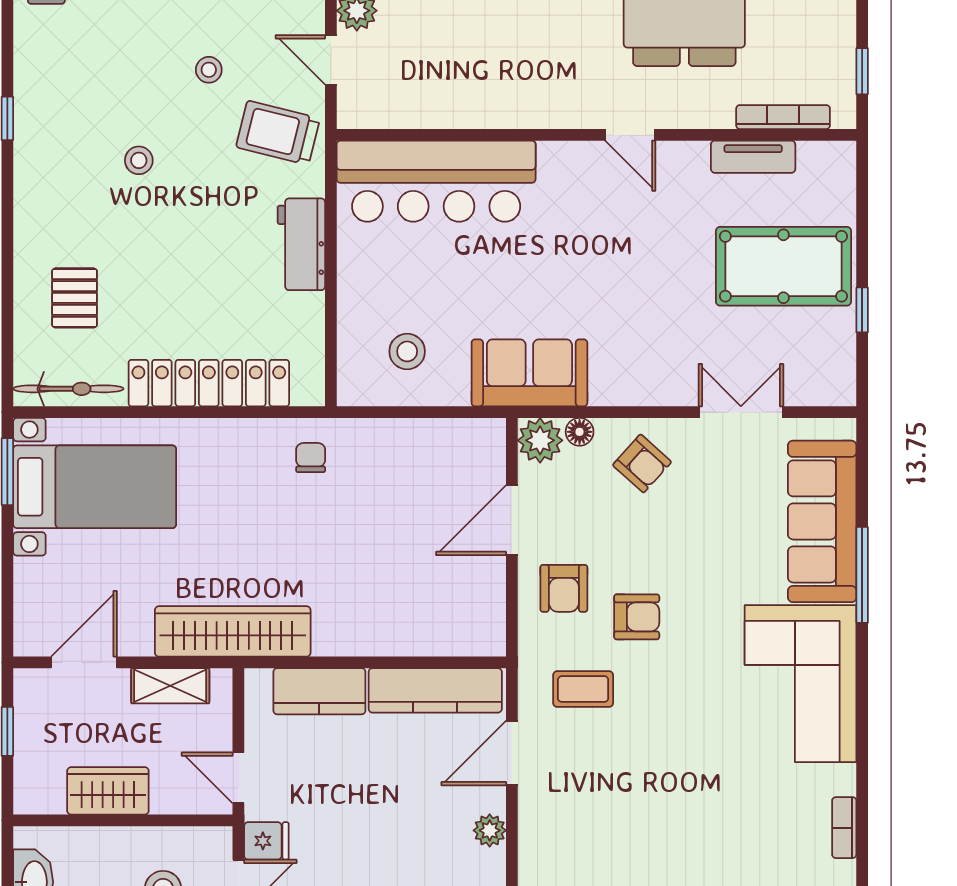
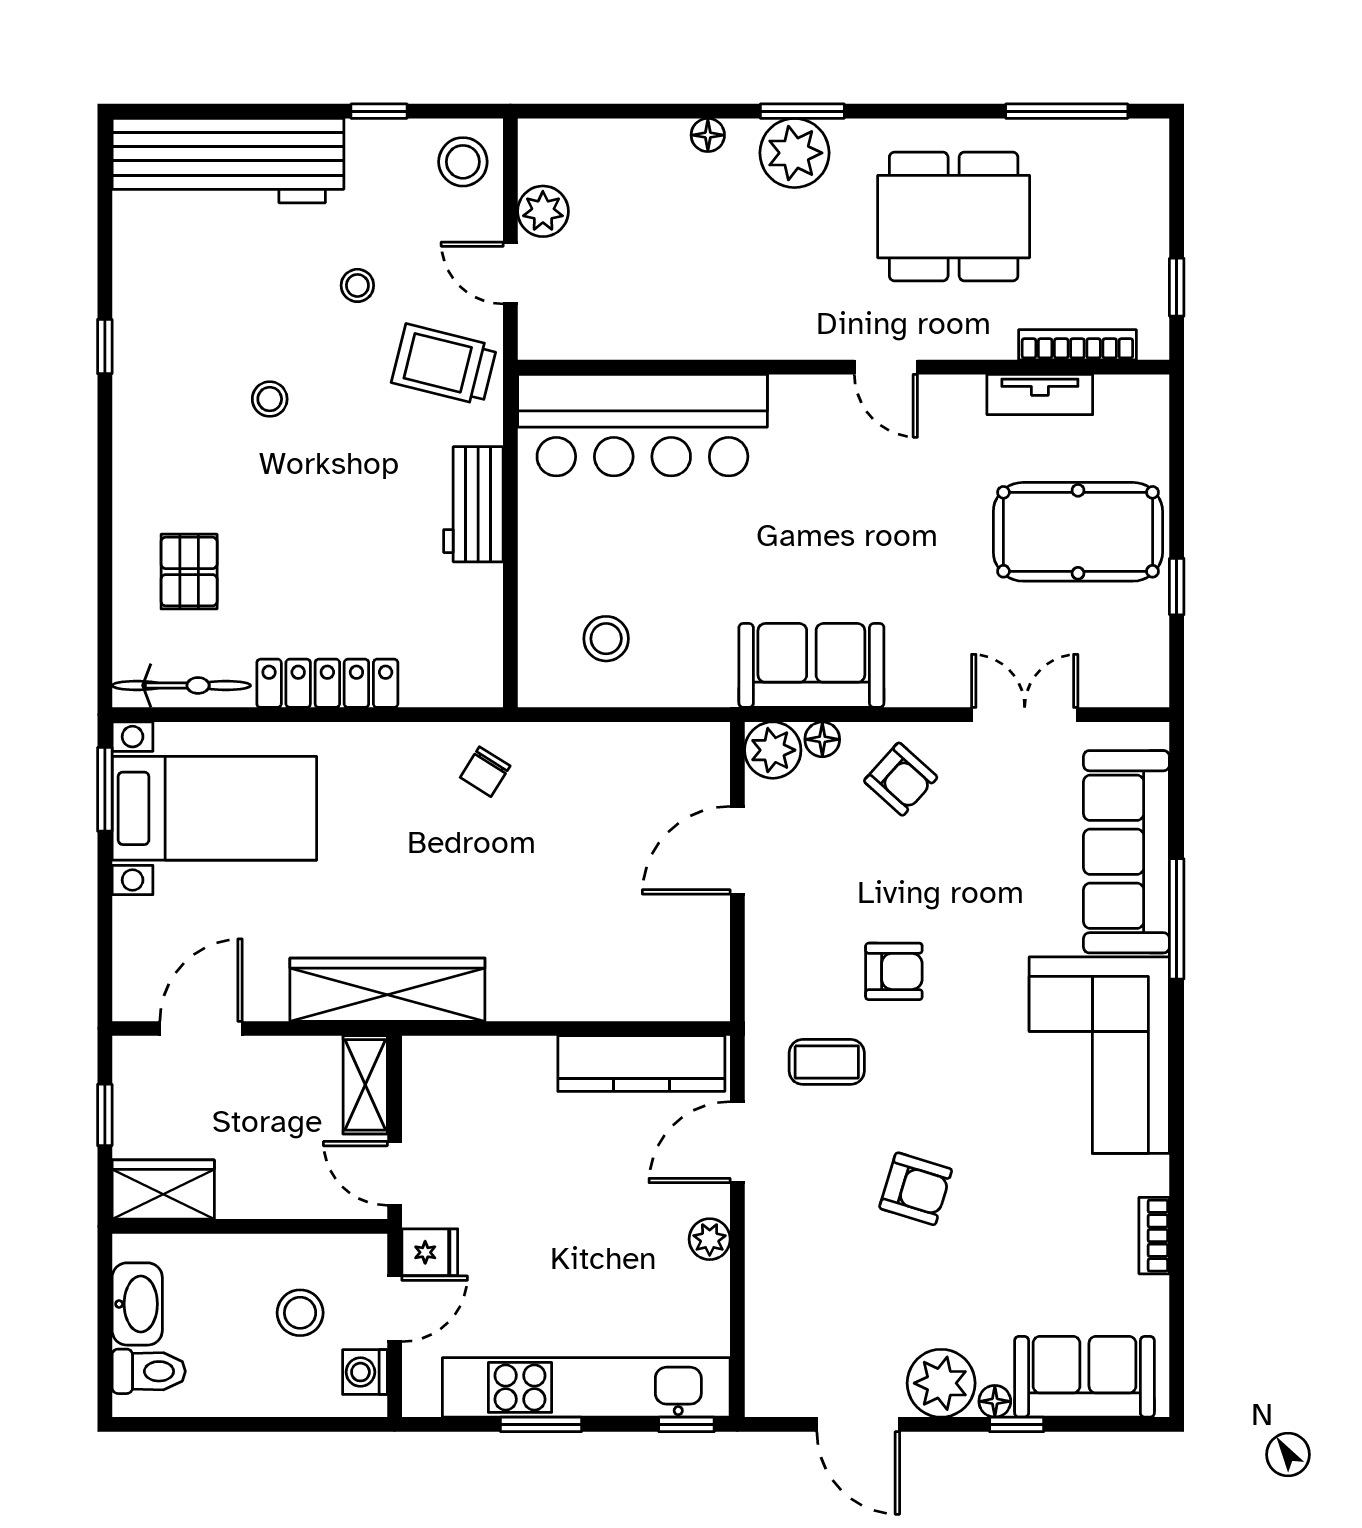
sofa: (529, 373) -> (811, 665), moved
locker: (209, 383) -> (327, 683), width x0.71, depth x0.83
chair: (311, 458) -> (485, 772), turned -148
armchair: (564, 588) -> (916, 1189), moved, turned -73
shelving: (170, 686) -> (365, 1085), moved, turned 90
kitchen counter: (319, 691) -> (496, 1065), removed
wardrobe: (108, 791) -> (163, 1190), moved

